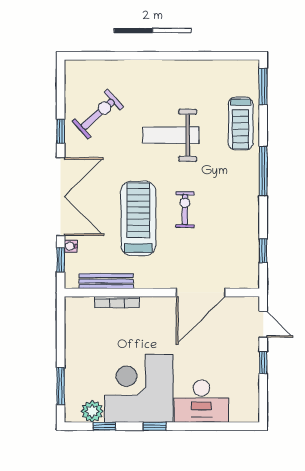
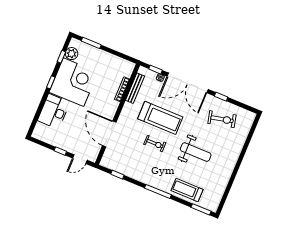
exercise bike: (98, 114) -> (222, 119), turned -61
weight bench: (171, 135) -> (196, 152), turned 90

